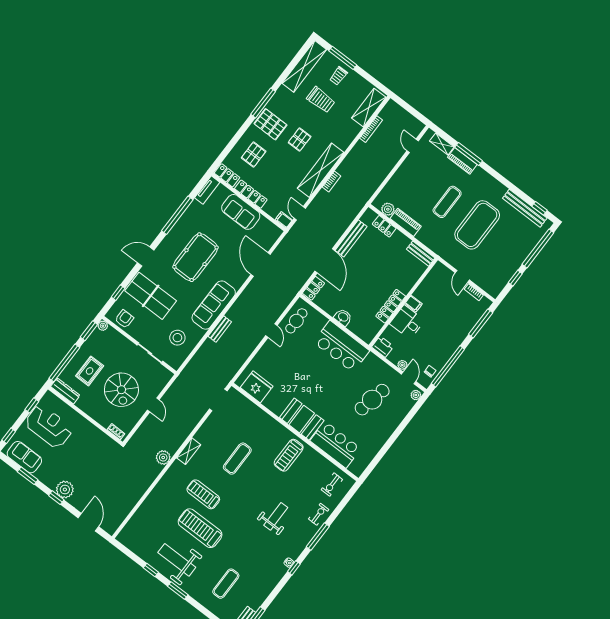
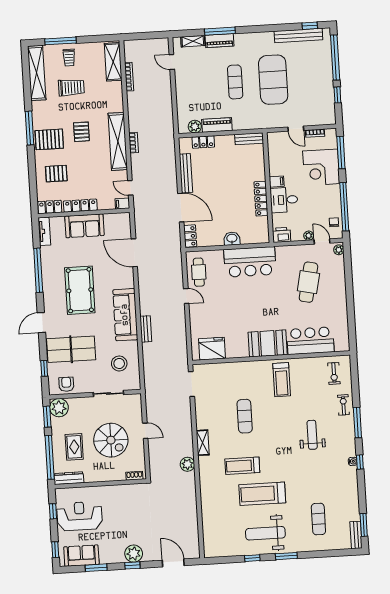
pallet: (254, 155) -> (56, 174), turned 90
corner desk: (456, 322) -> (321, 167), added
plant: (103, 326) -> (59, 408), width x1.87, depth x1.87

